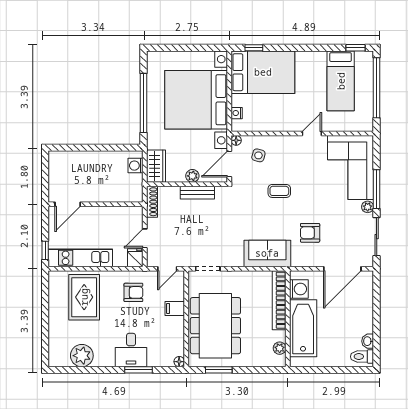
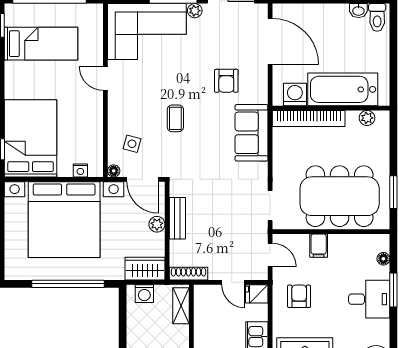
shelving: (126, 196) -> (181, 306), added
floor lamp: (179, 362) -> (383, 259), moved

